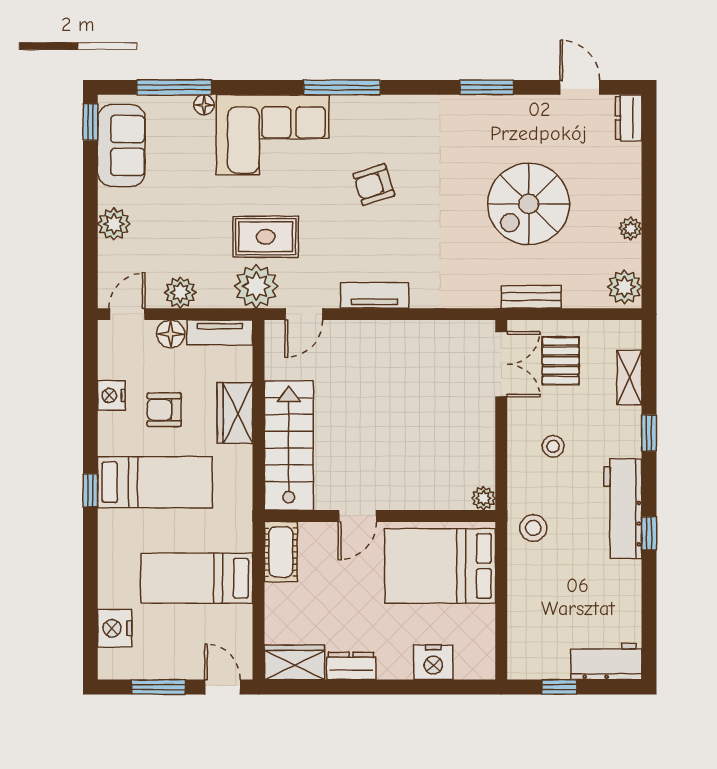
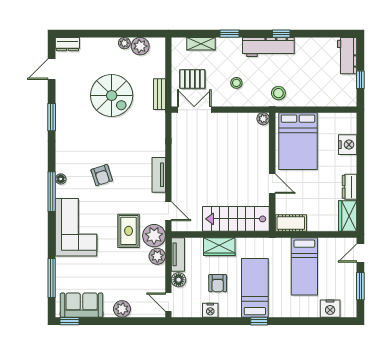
floor lamp: (204, 105) -> (61, 179), moved
plant: (625, 287) -> (140, 46), moved
plant: (180, 293) -> (157, 256), moved

